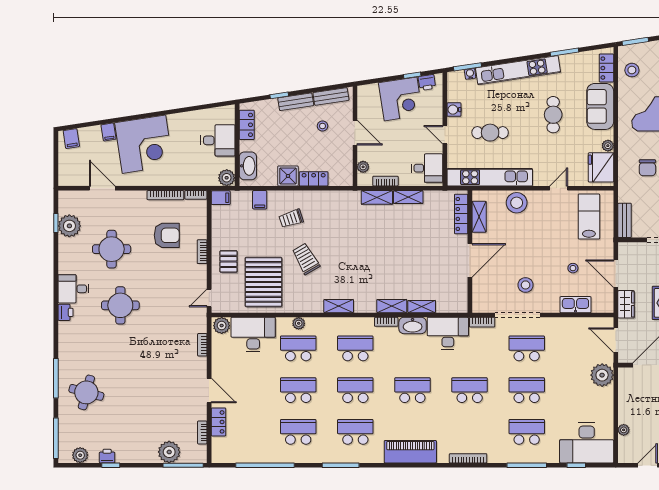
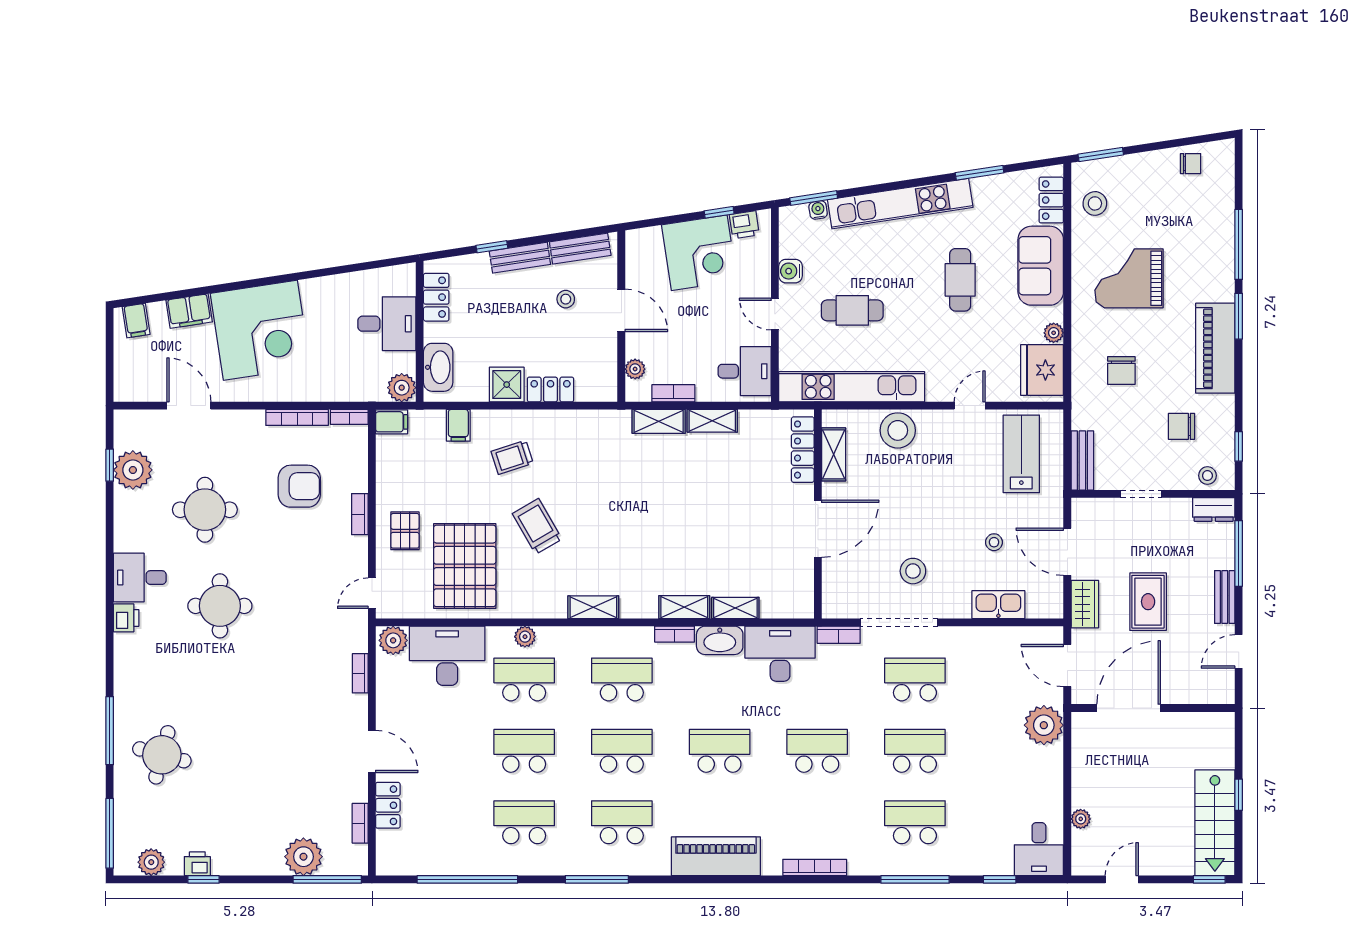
filing cabinet: (109, 132) -> (189, 311), width x2.00
desk: (587, 443) -> (1039, 849), width x0.53, depth x0.77

